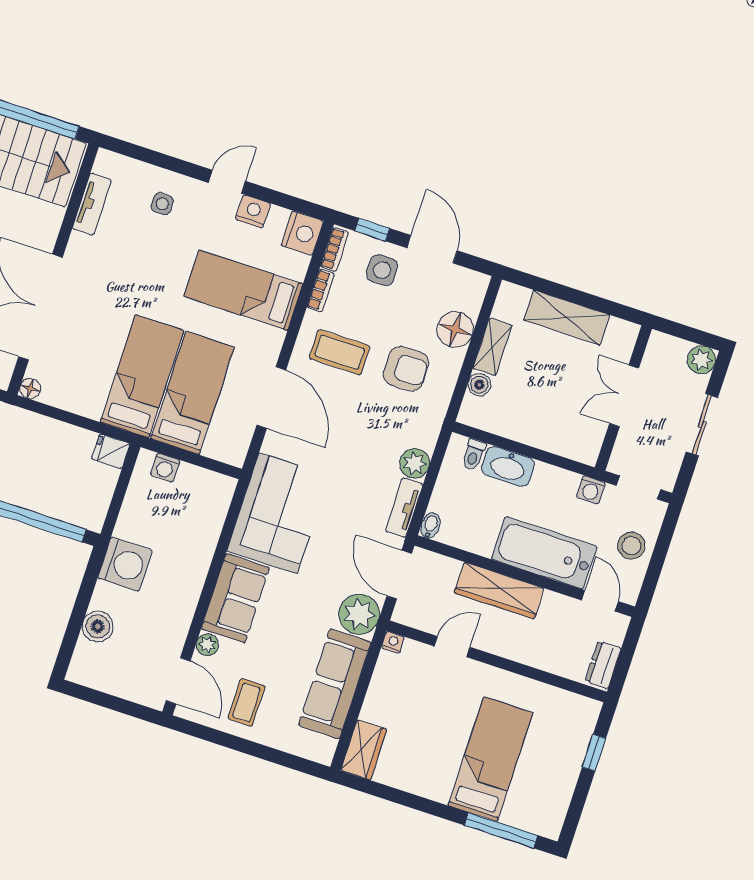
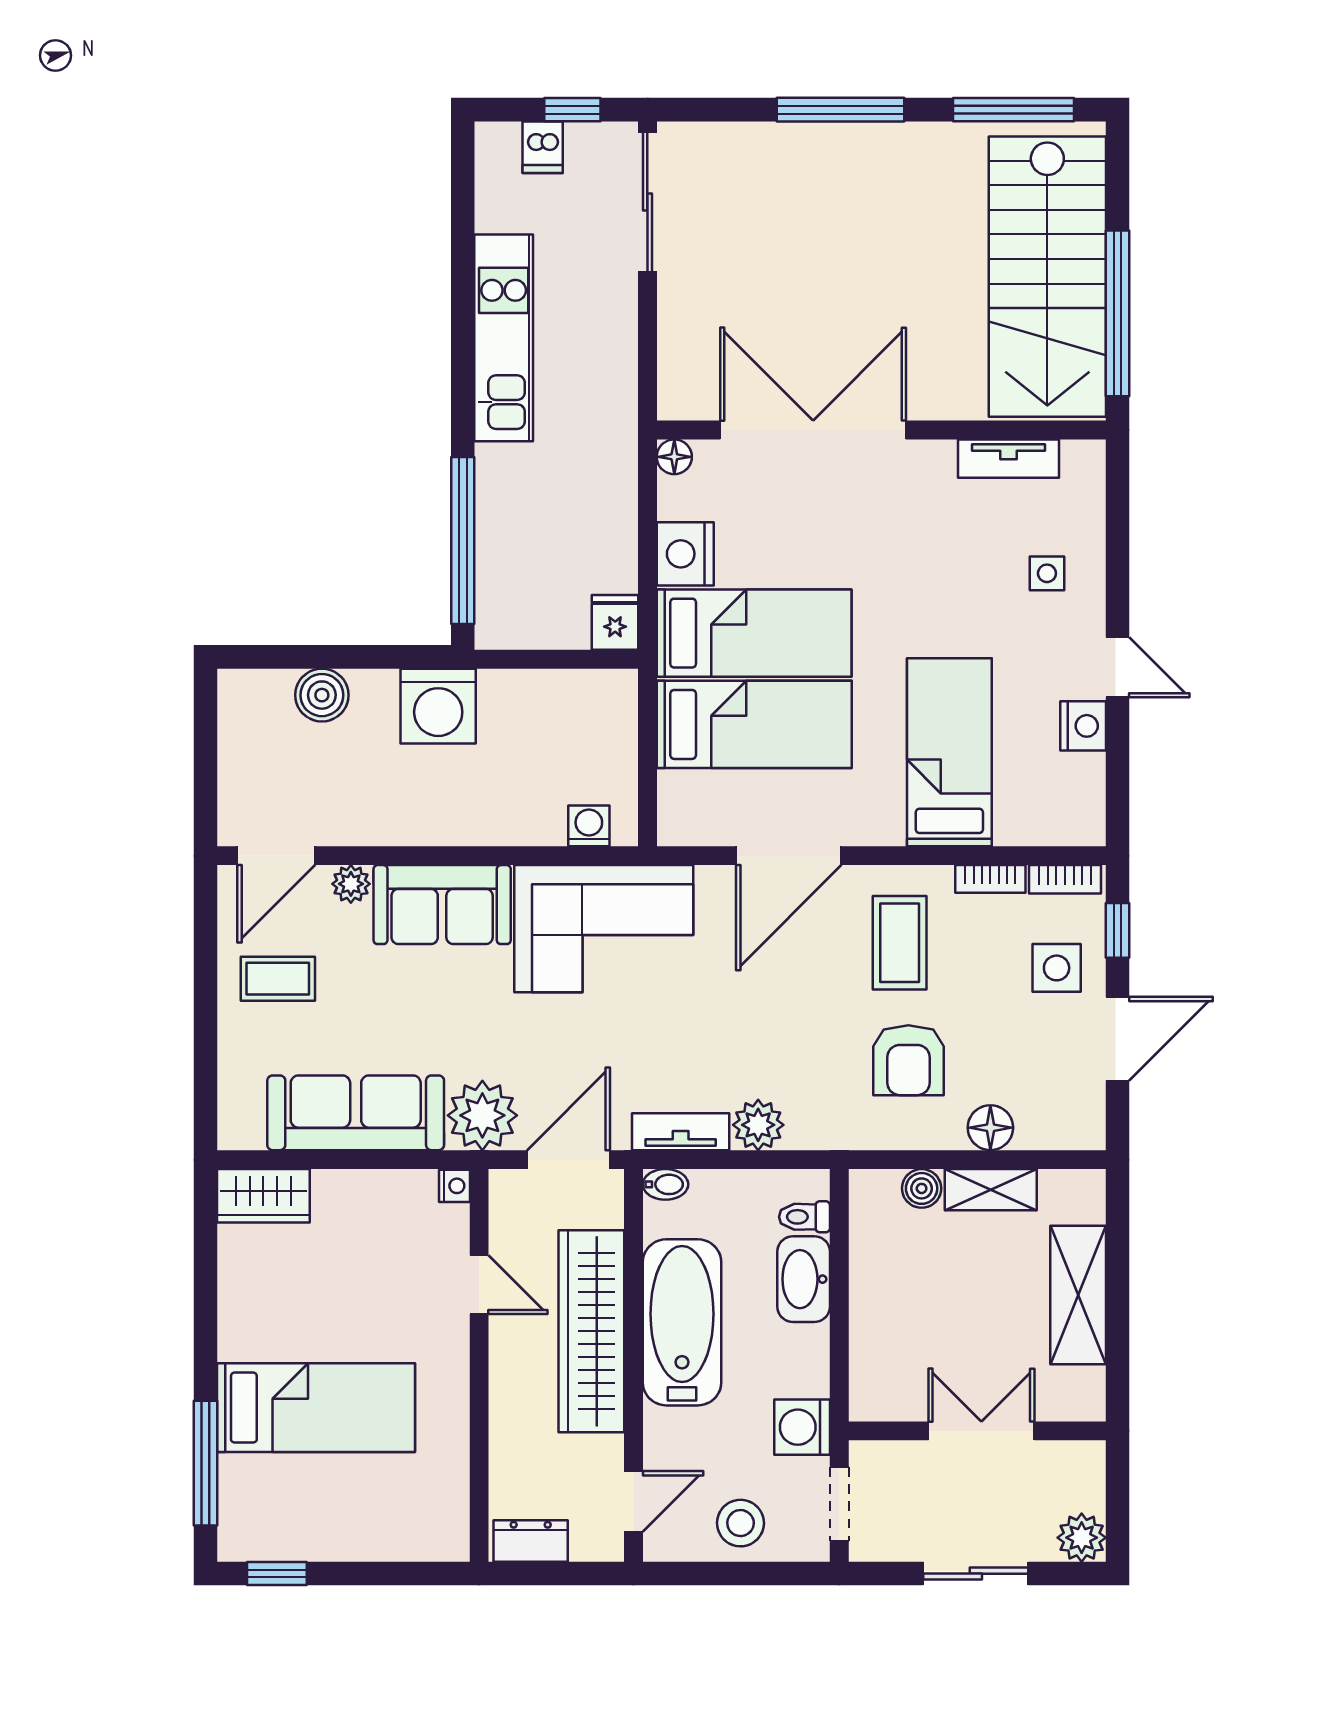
nightstand: (302, 233) -> (685, 554), moved, turned 90
floor lamp: (455, 329) -> (990, 1128), width x0.73, depth x0.73
washing machine: (165, 468) -> (589, 826), moved, turned 90
washing machine: (591, 490) -> (802, 1427), width x1.38, depth x1.38
bathtub: (544, 553) -> (682, 1322), moved
wardrobe: (499, 591) -> (591, 1331), width x1.40, depth x1.17
window: (594, 753) -> (277, 1574), moved

